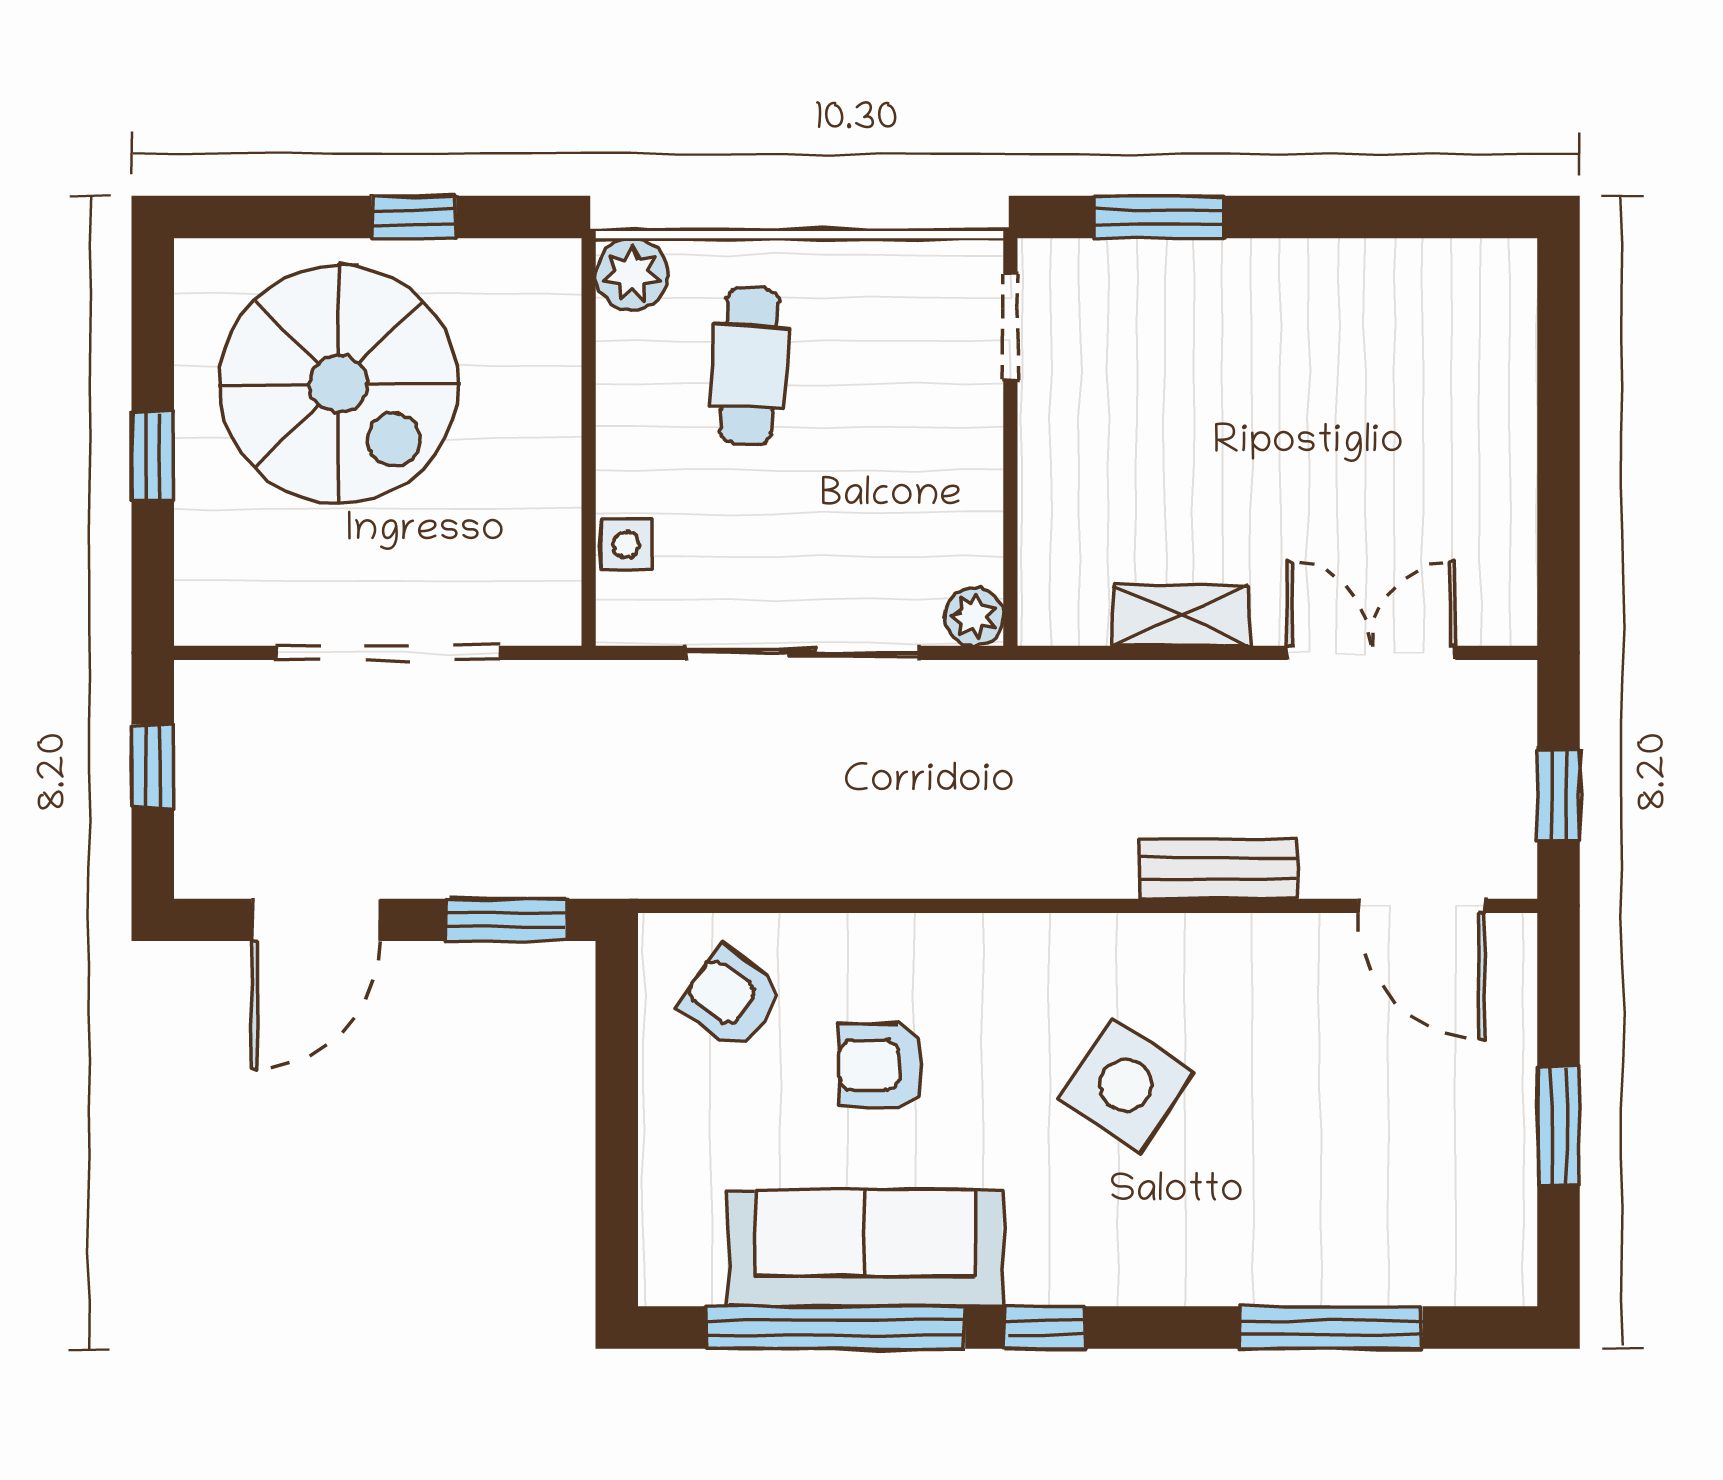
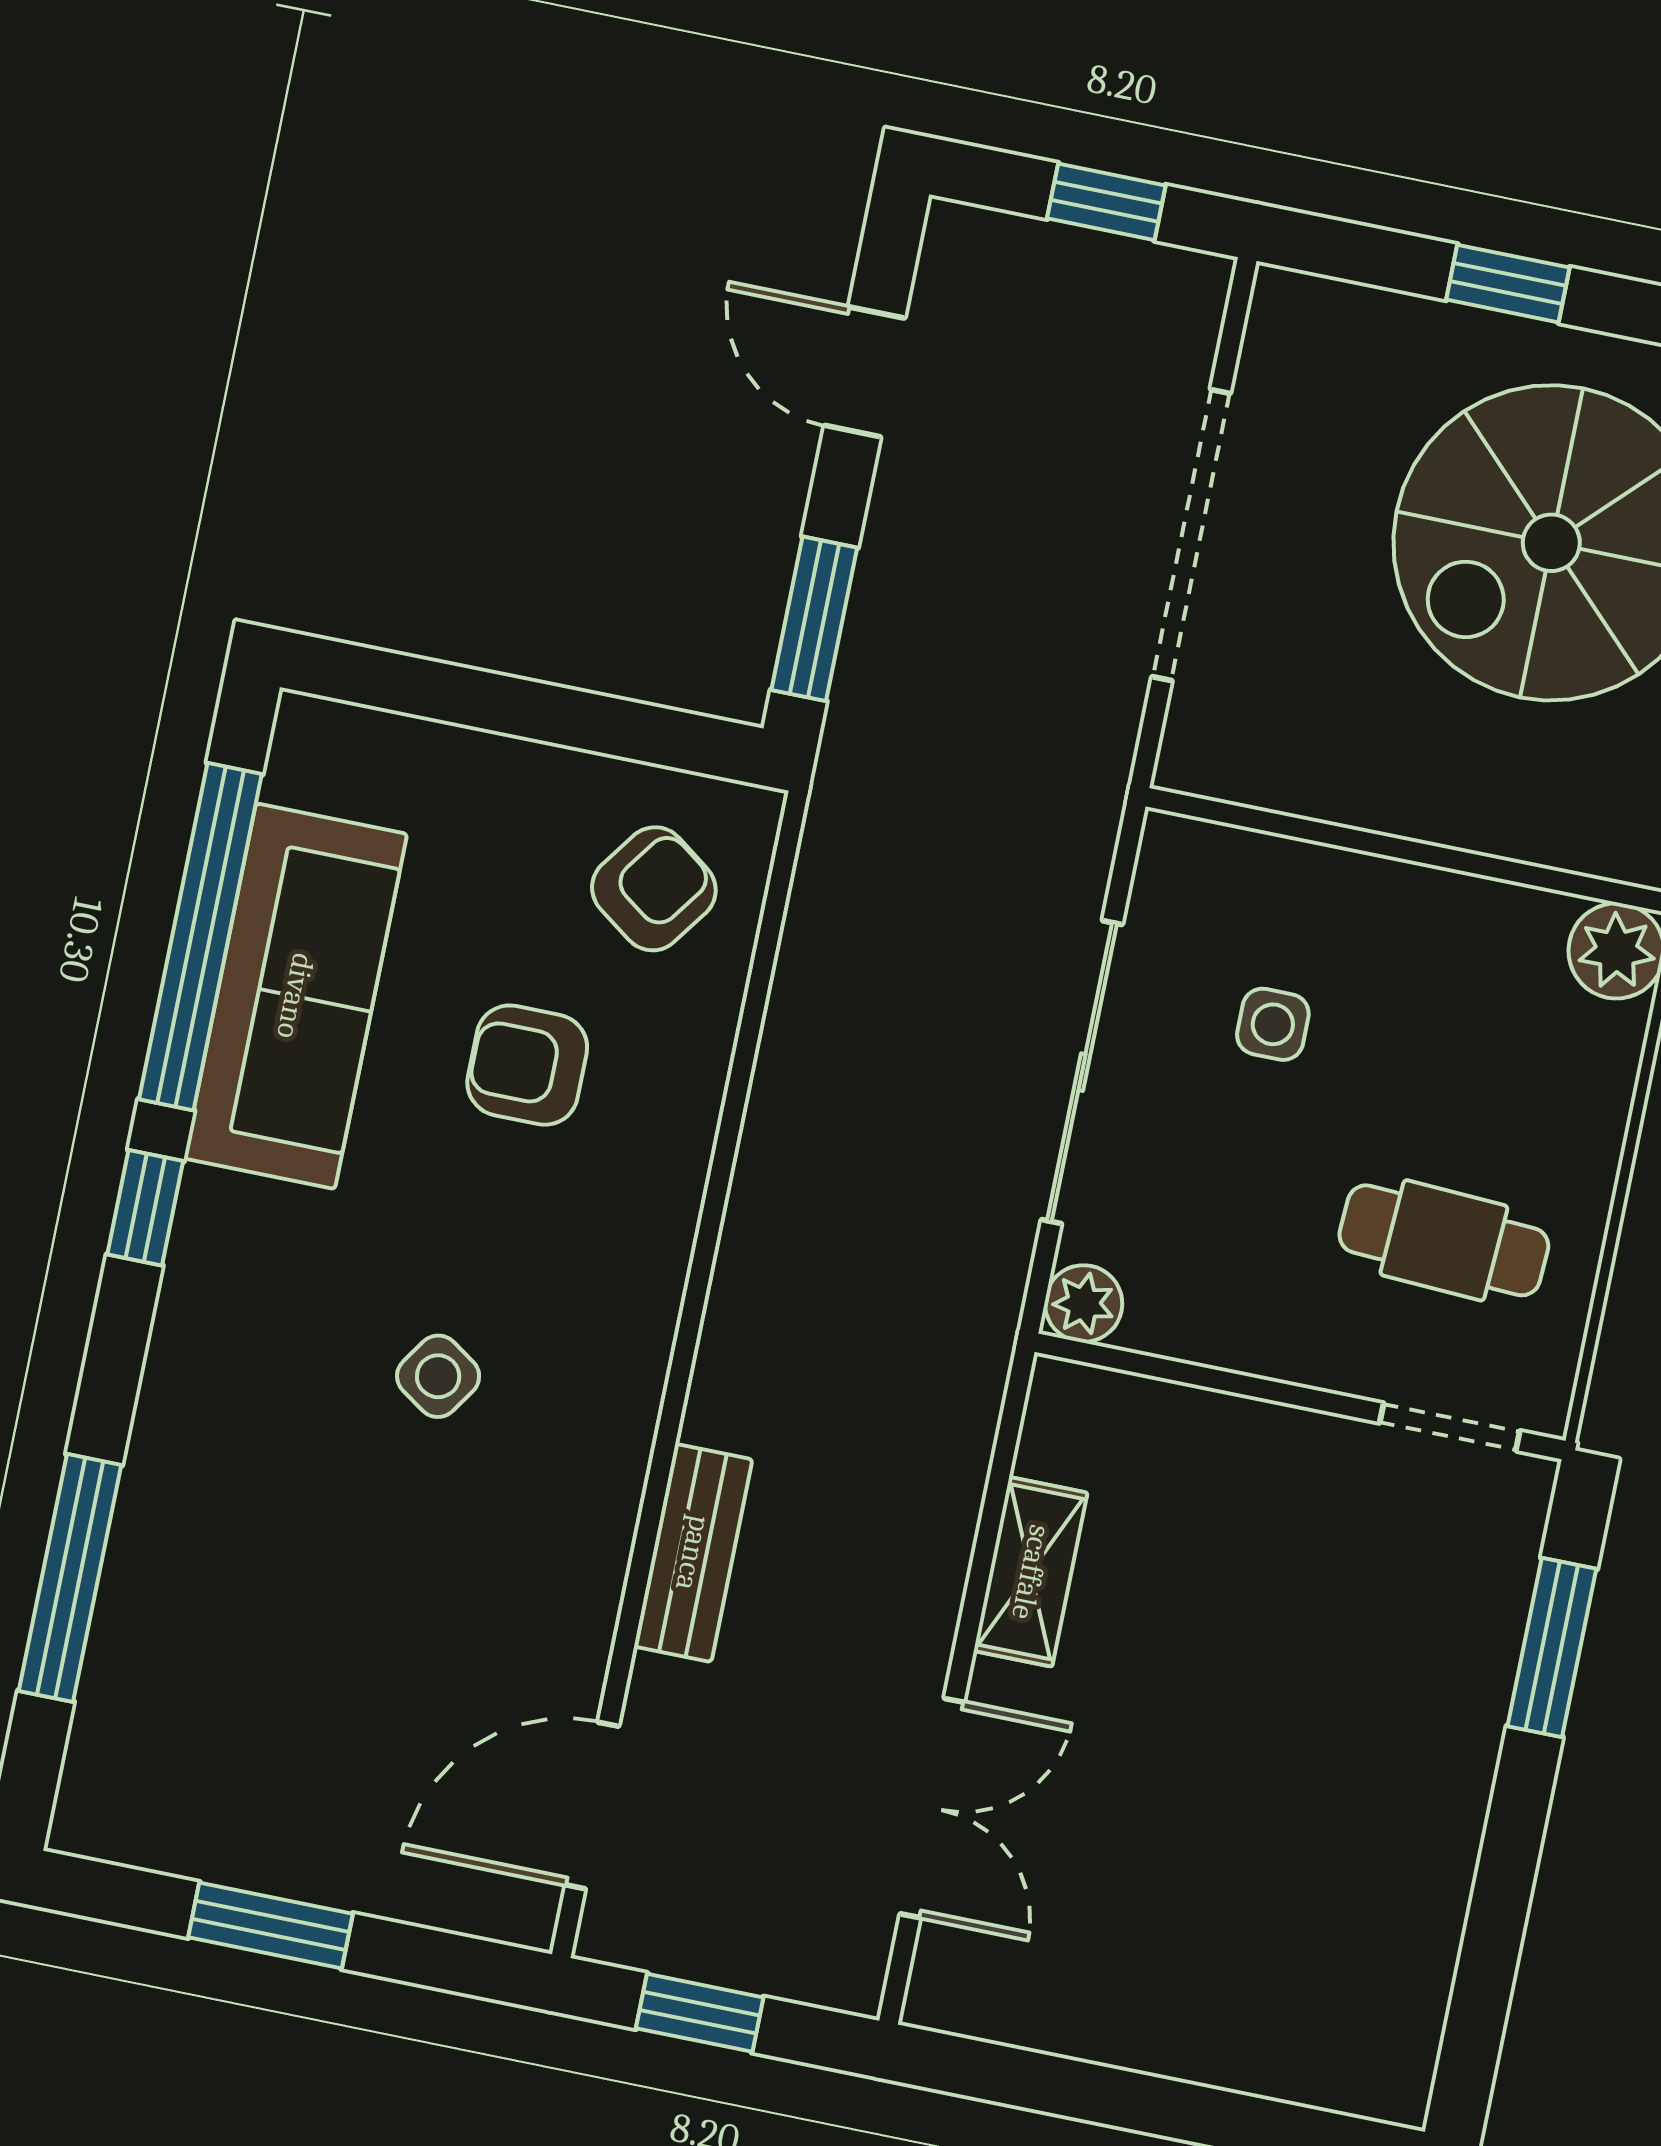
cafe table: (749, 366) -> (1444, 1240), moved
side table: (627, 545) -> (1273, 1024), moved
door: (315, 920) -> (865, 372), width x0.73
armchair: (881, 1066) -> (527, 1065), turned -90
side table: (1126, 1085) -> (438, 1376), width x0.54, depth x0.54

